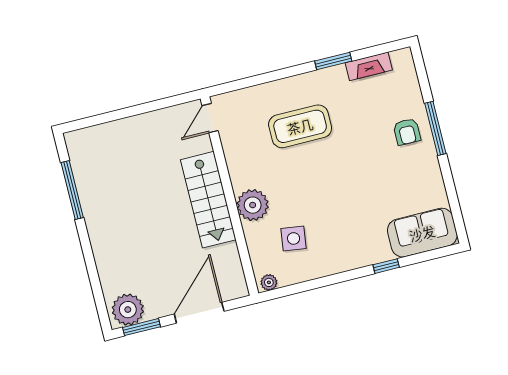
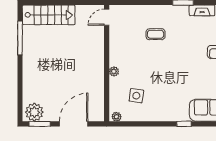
coffee table: (300, 126) -> (156, 34), width x0.54, depth x0.58
stairs: (208, 200) -> (49, 15), moved, turned -90
plant: (253, 205) -> (114, 71), width x0.53, depth x0.53

